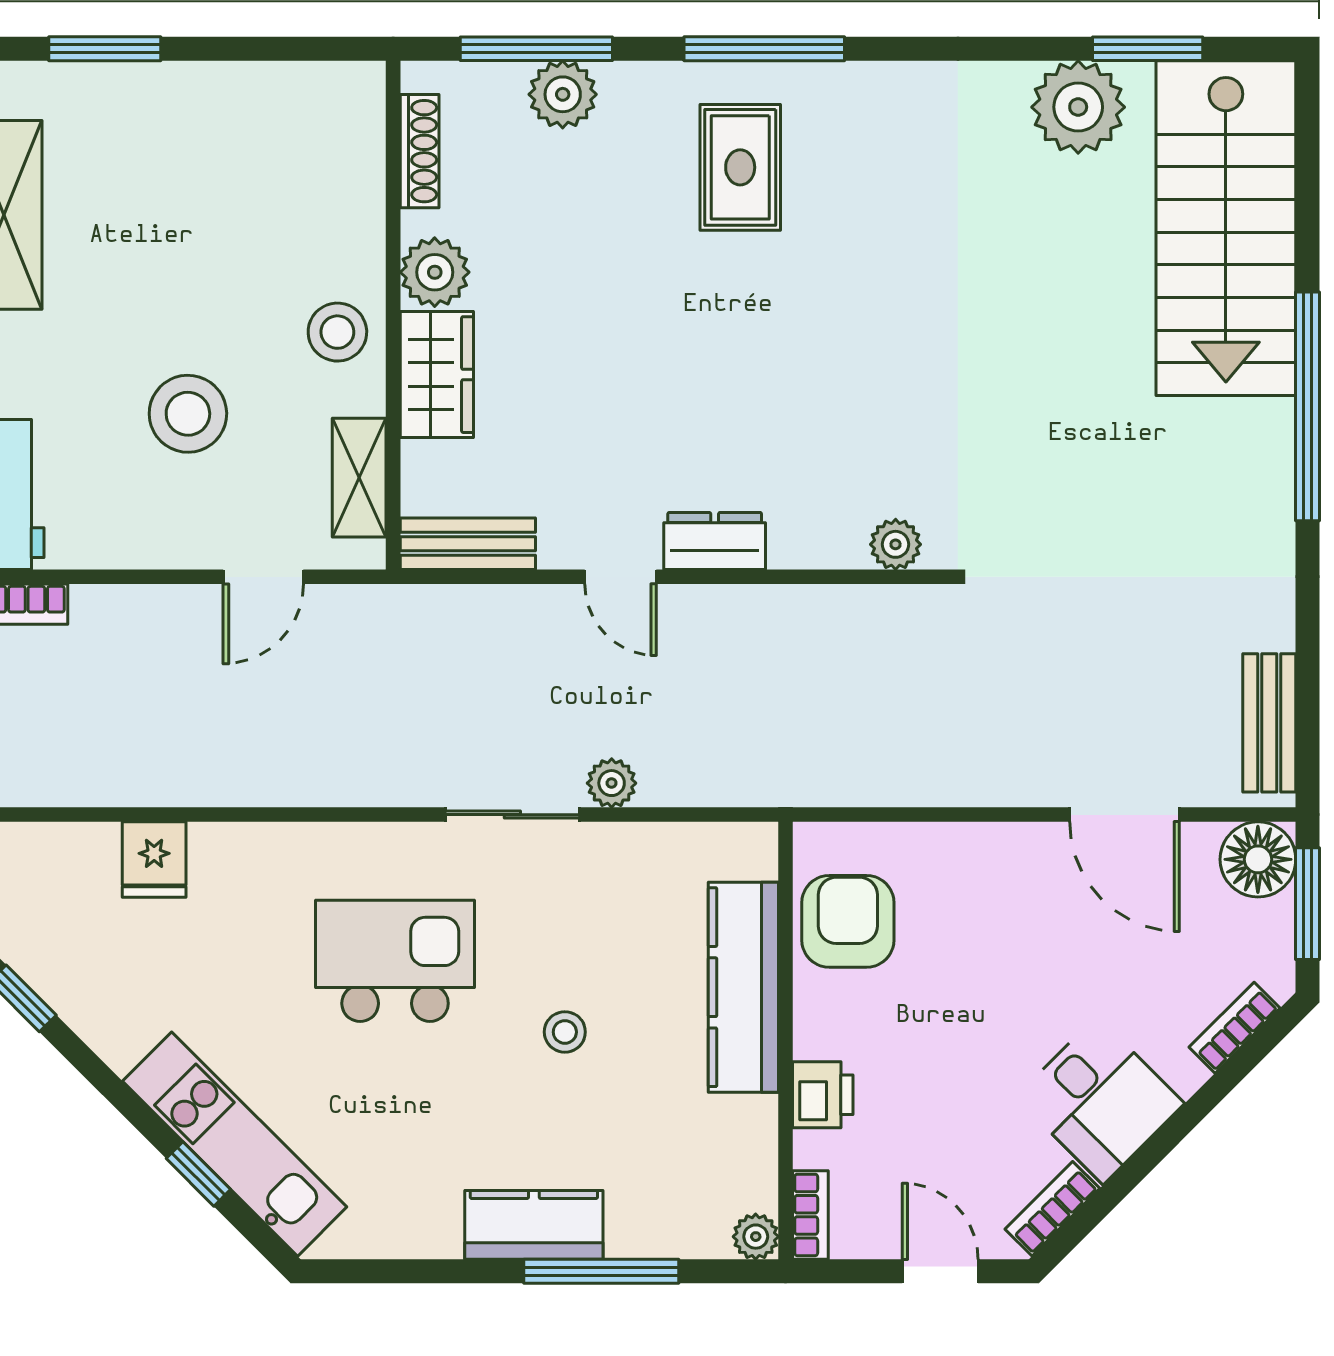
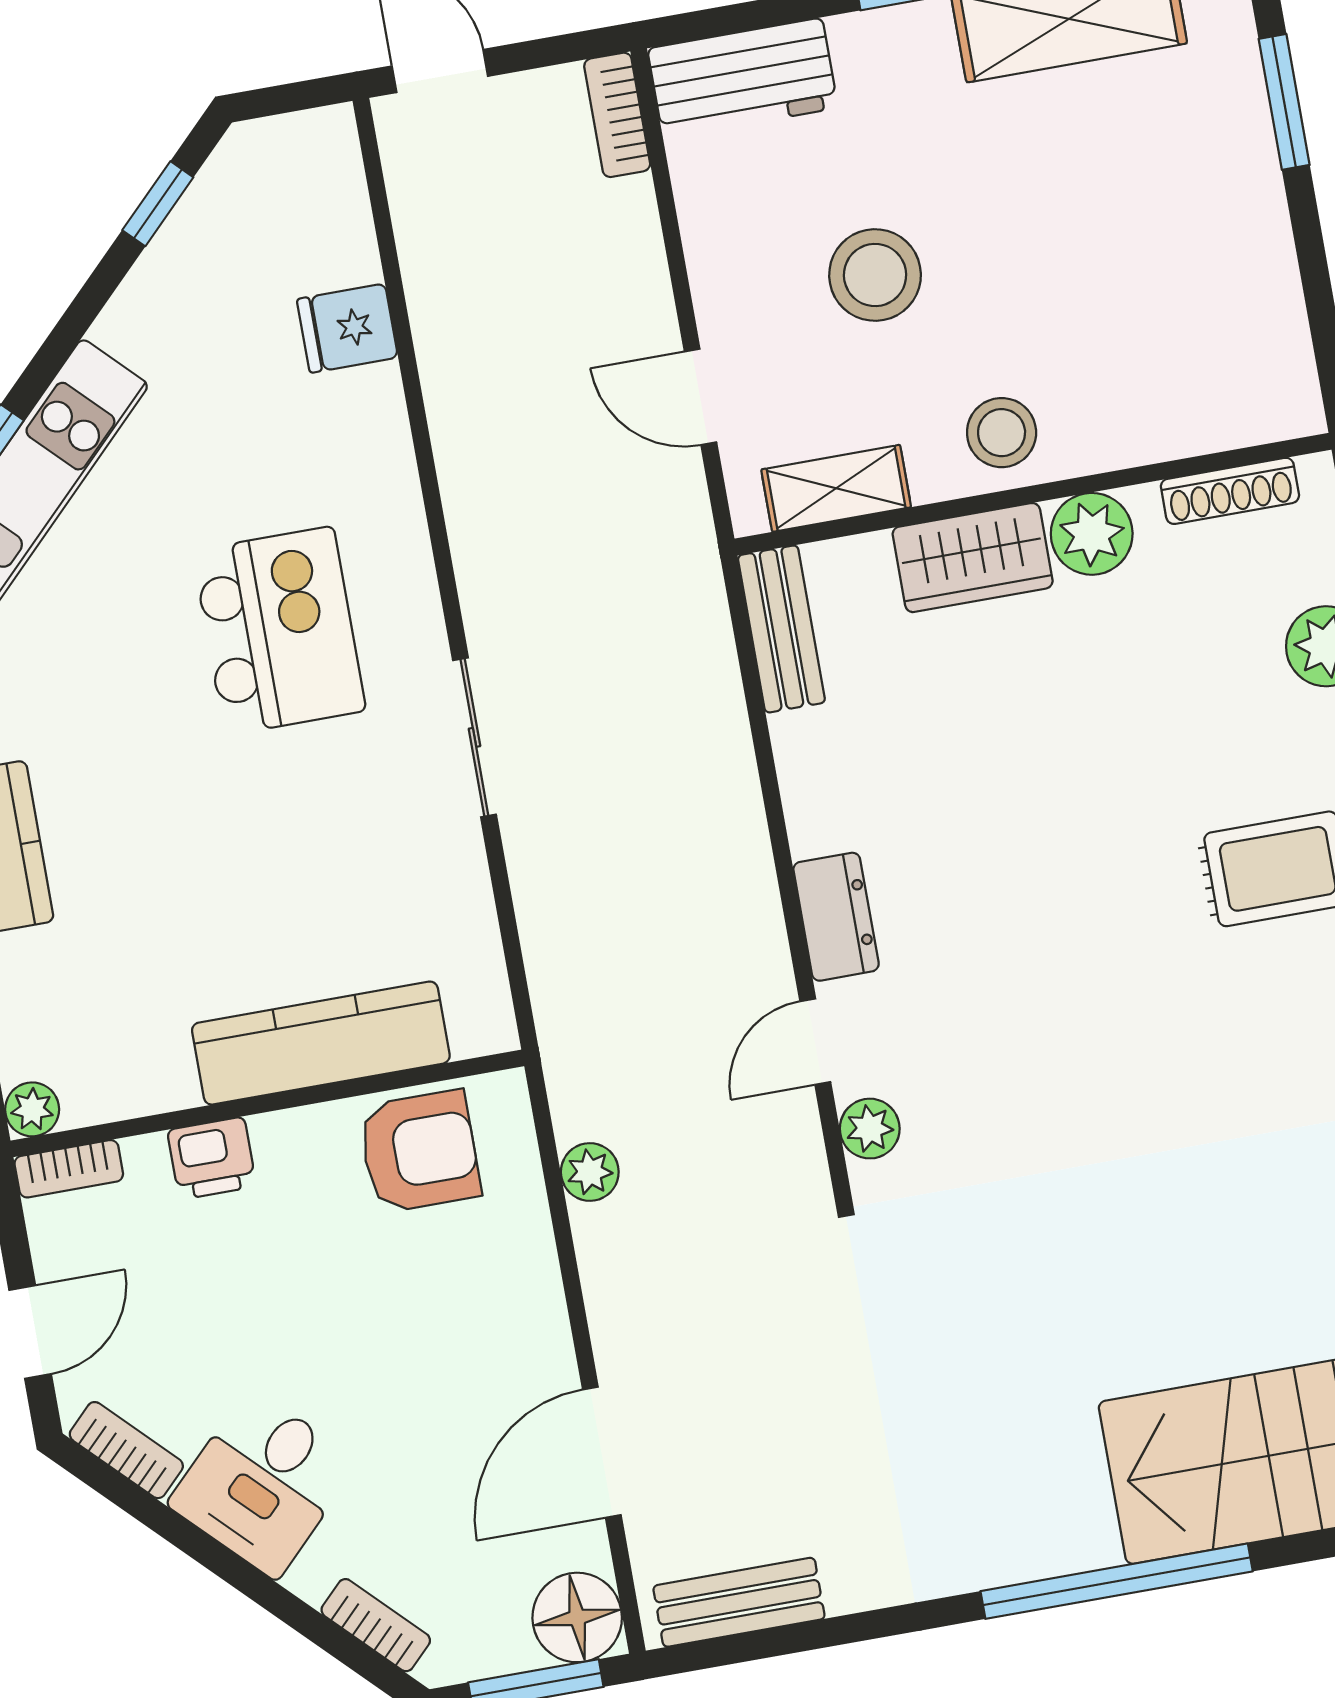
door: (621, 577) -> (815, 1042), moved
plant: (612, 783) -> (590, 1172), moved
stool: (565, 1032) -> (231, 844), removed

